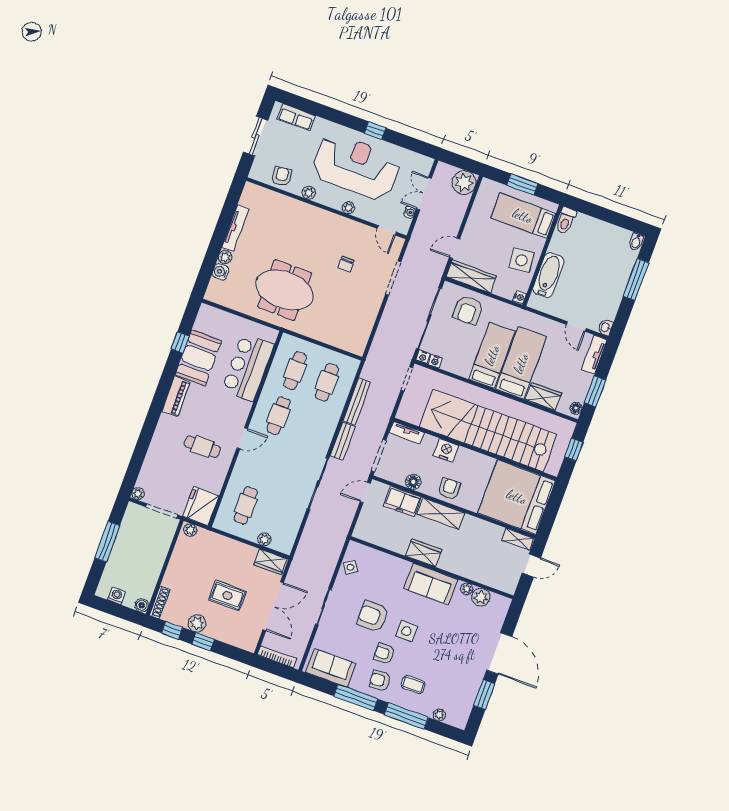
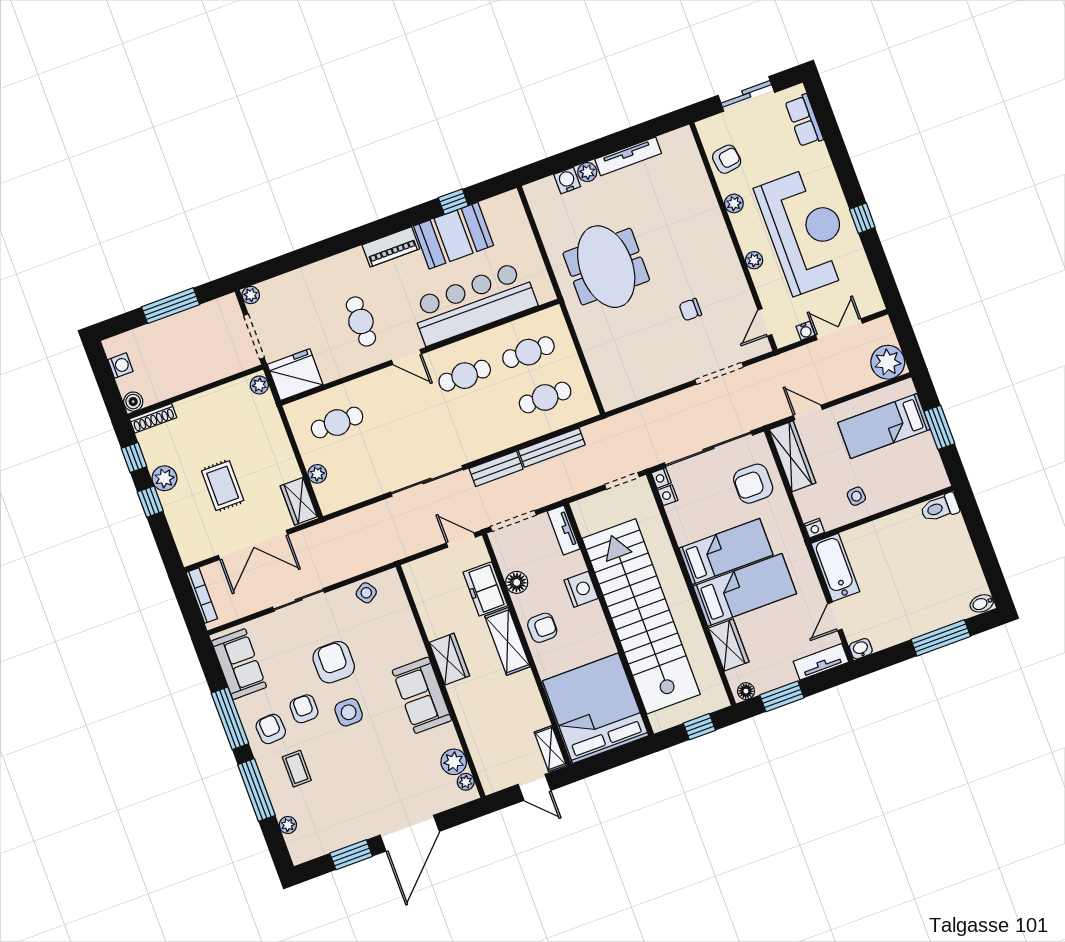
bed: (523, 216) -> (884, 426), moved, turned -90
side table: (522, 260) -> (856, 496), width x0.54, depth x0.54
bathtub: (548, 275) -> (835, 567), moved, turned -90
bar counter: (248, 367) -> (474, 303), width x1.36
plant: (467, 589) -> (466, 782), moved

